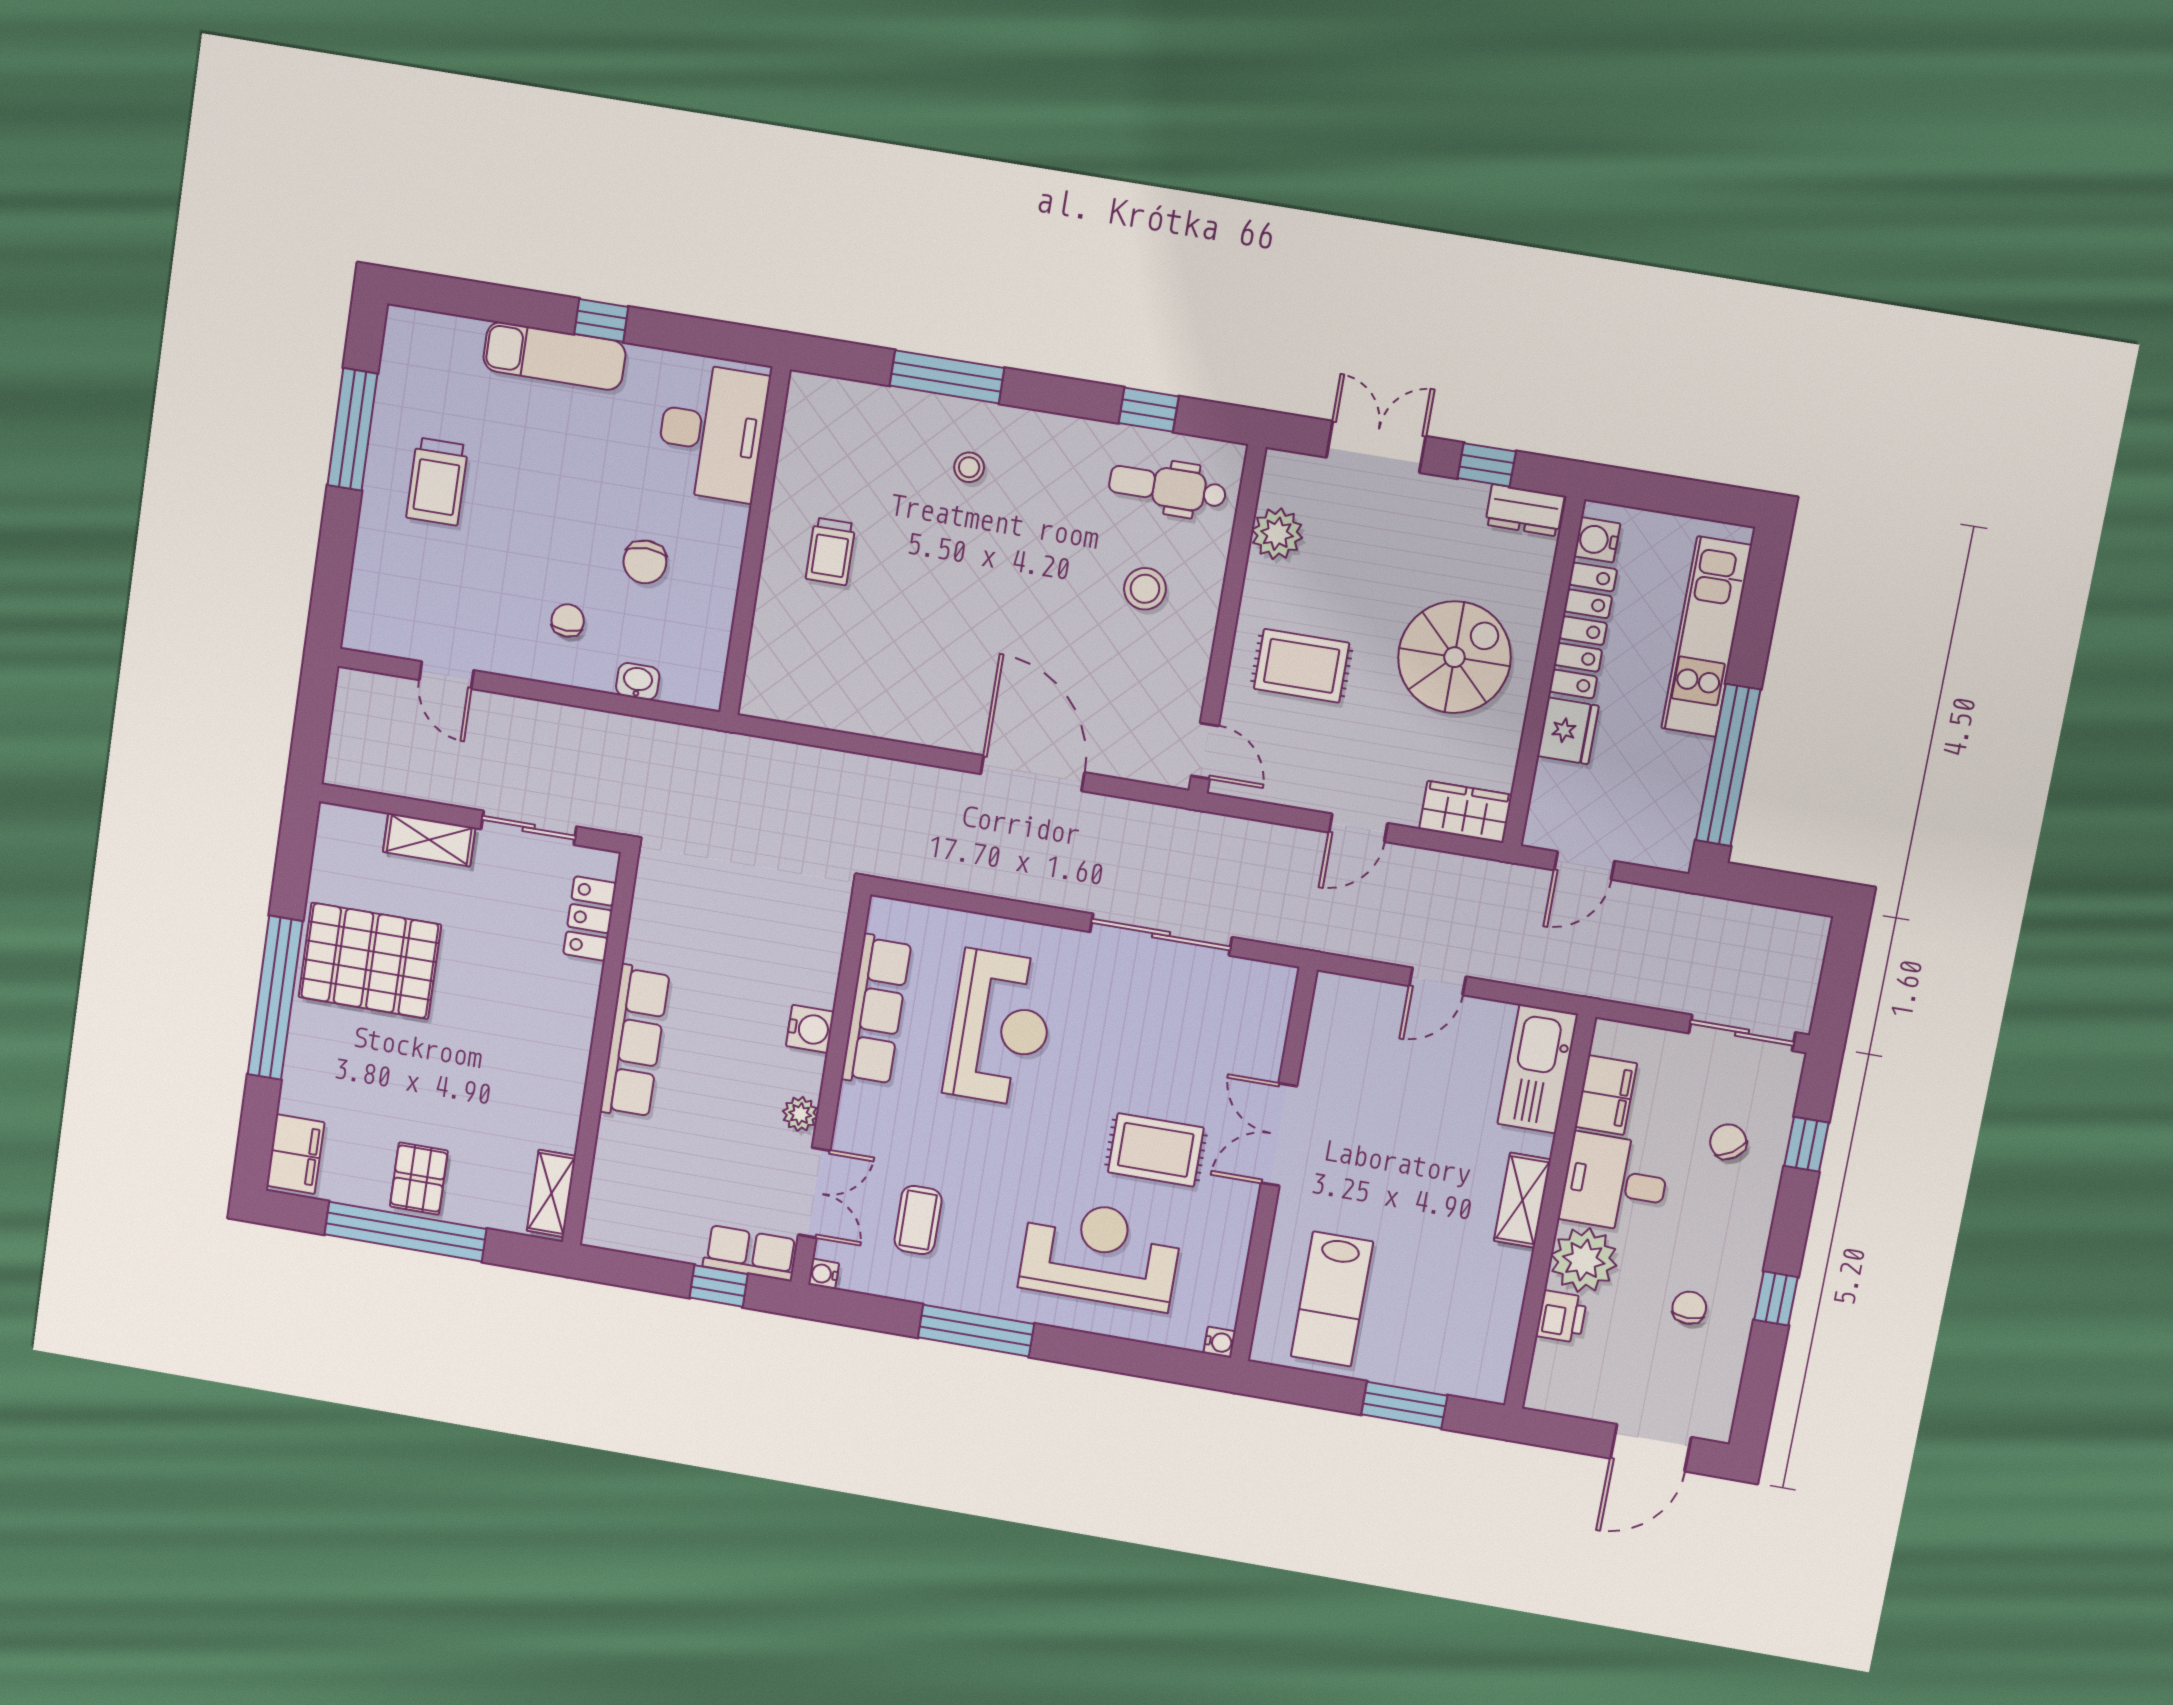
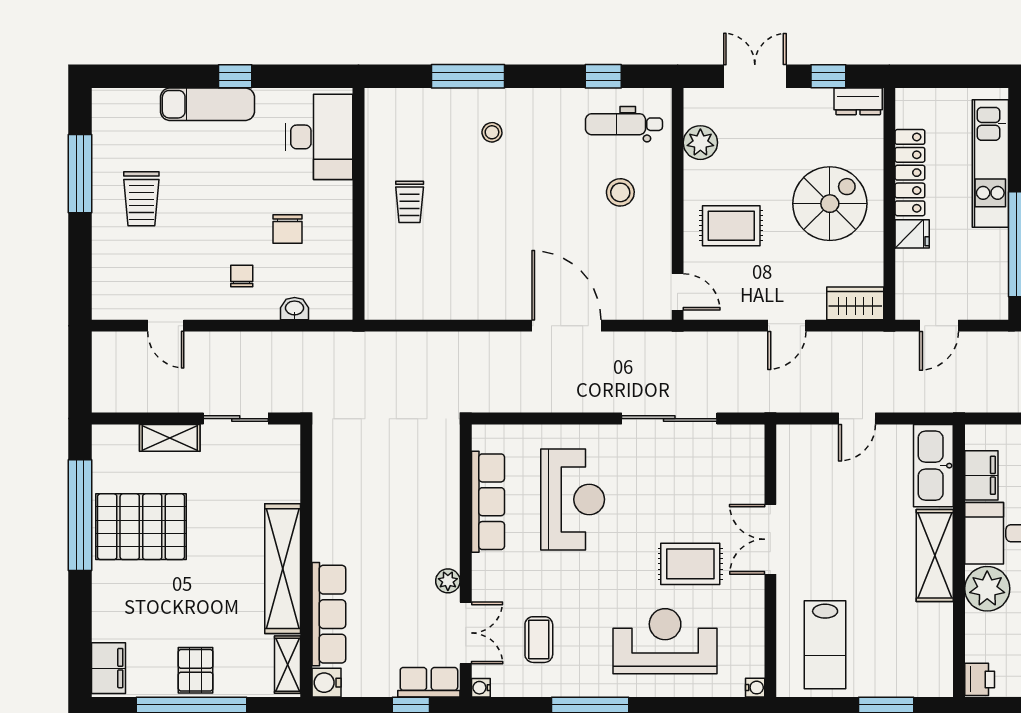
water cooler: (1597, 540) -> (908, 113), removed
fridge: (1568, 731) -> (912, 234), width x0.72
locker: (590, 919) -> (286, 473), removed
window: (275, 998) -> (80, 515), moved
water cooler: (810, 1029) -> (326, 683), moved, turned 180
row of seats: (635, 1042) -> (329, 614), moved
shelving: (565, 1056) -> (283, 569), added
shelving: (1522, 1200) -> (935, 555), width x1.50, depth x1.33
printer: (1561, 1317) -> (980, 679), moved

